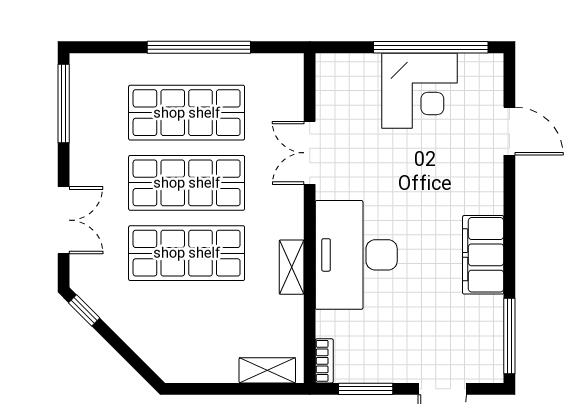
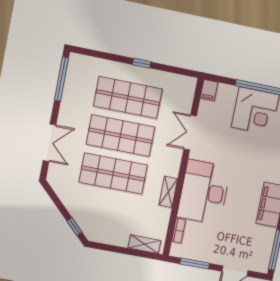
window: (199, 47) -> (142, 63), width x0.32
filing cabinet: (328, 70) -> (209, 90), added
window: (84, 310) -> (74, 227), moved
bookcase: (324, 361) -> (179, 231), moved

